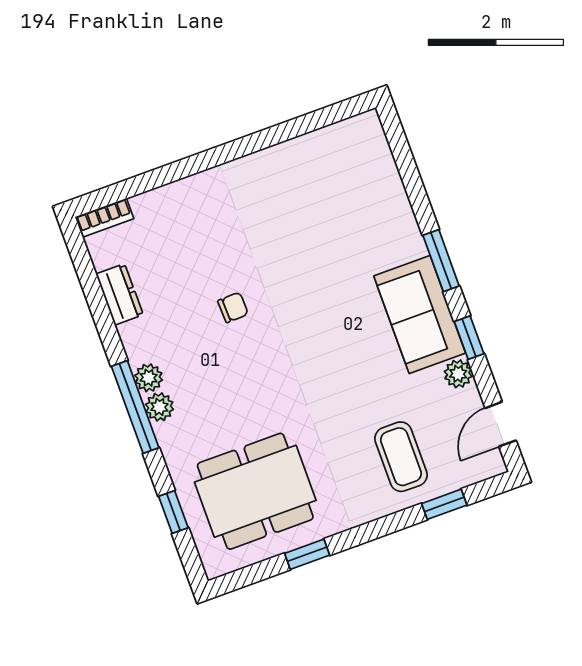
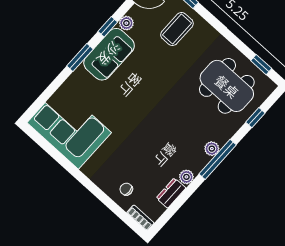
corner sofa: (328, 177) -> (69, 128), added
chair: (233, 307) -> (126, 189), moved
plant: (149, 378) -> (186, 177), moved
window: (307, 554) -> (261, 65), moved

